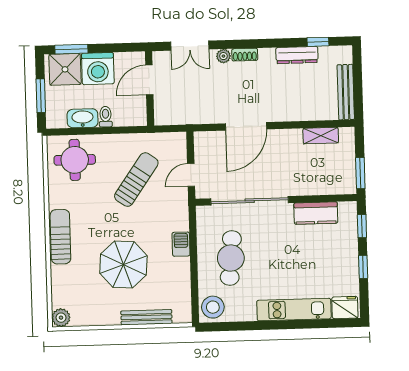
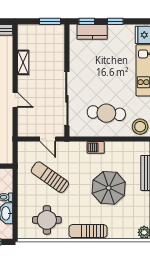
door: (246, 126) -> (15, 100), width x0.53
shelving: (321, 136) -> (23, 62), moved
round table: (75, 160) -> (47, 220), moved
kitchen counter: (316, 213) -> (92, 32), moved, turned 90

